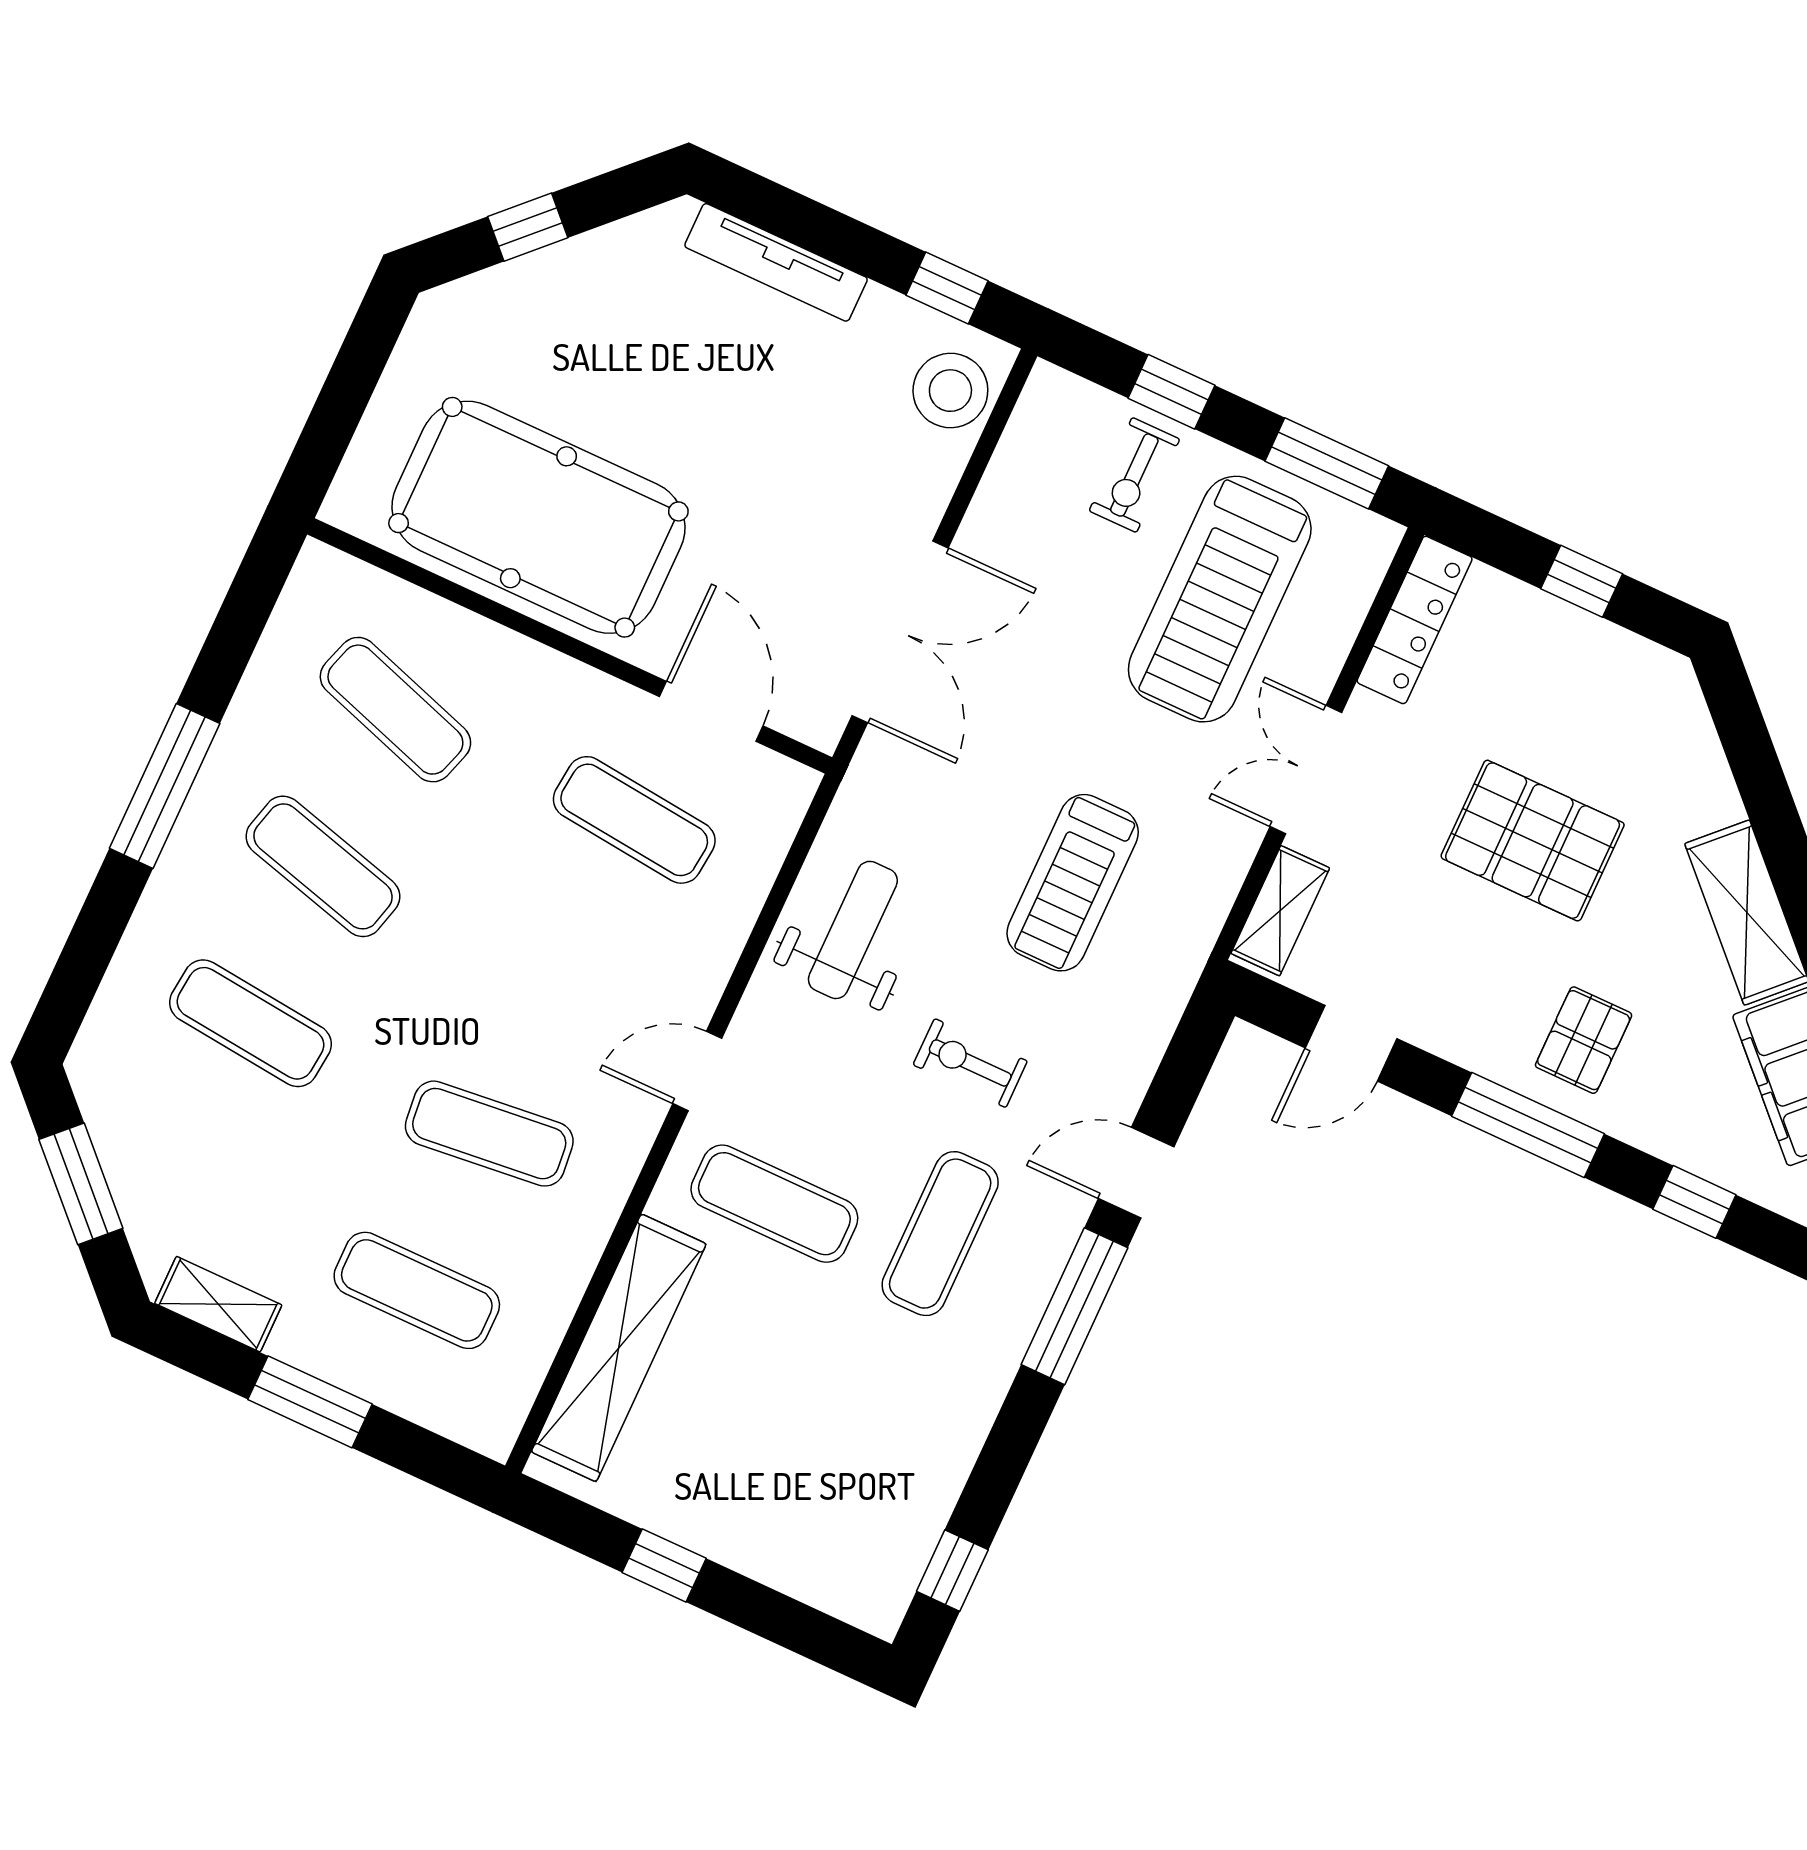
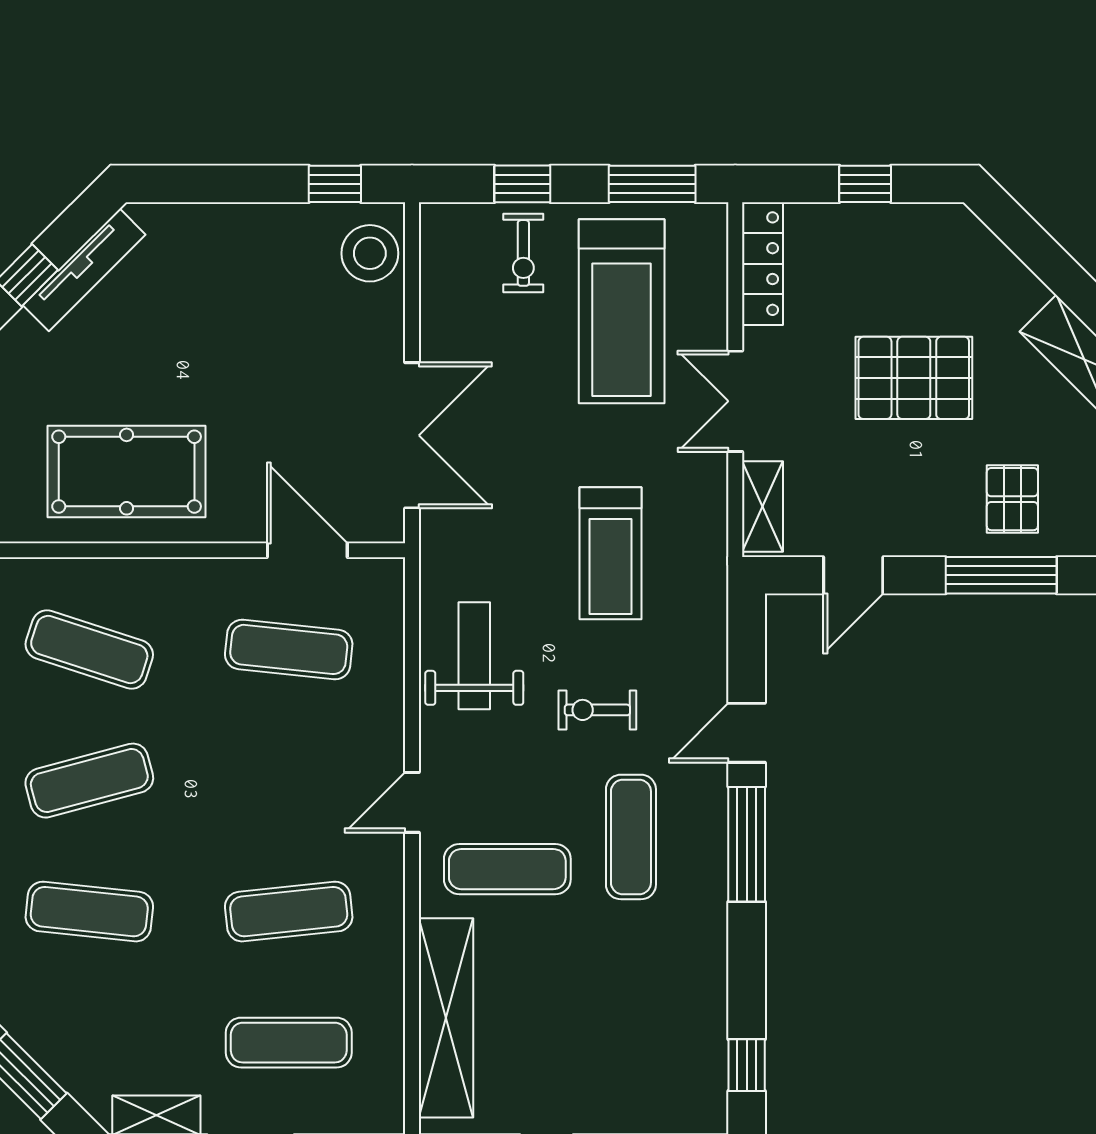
tv unit: (776, 262) -> (84, 270), moved, turned -45
pool table: (538, 517) -> (127, 472), width x0.73, depth x0.76
exercise mat: (323, 866) -> (89, 781), turned -30

